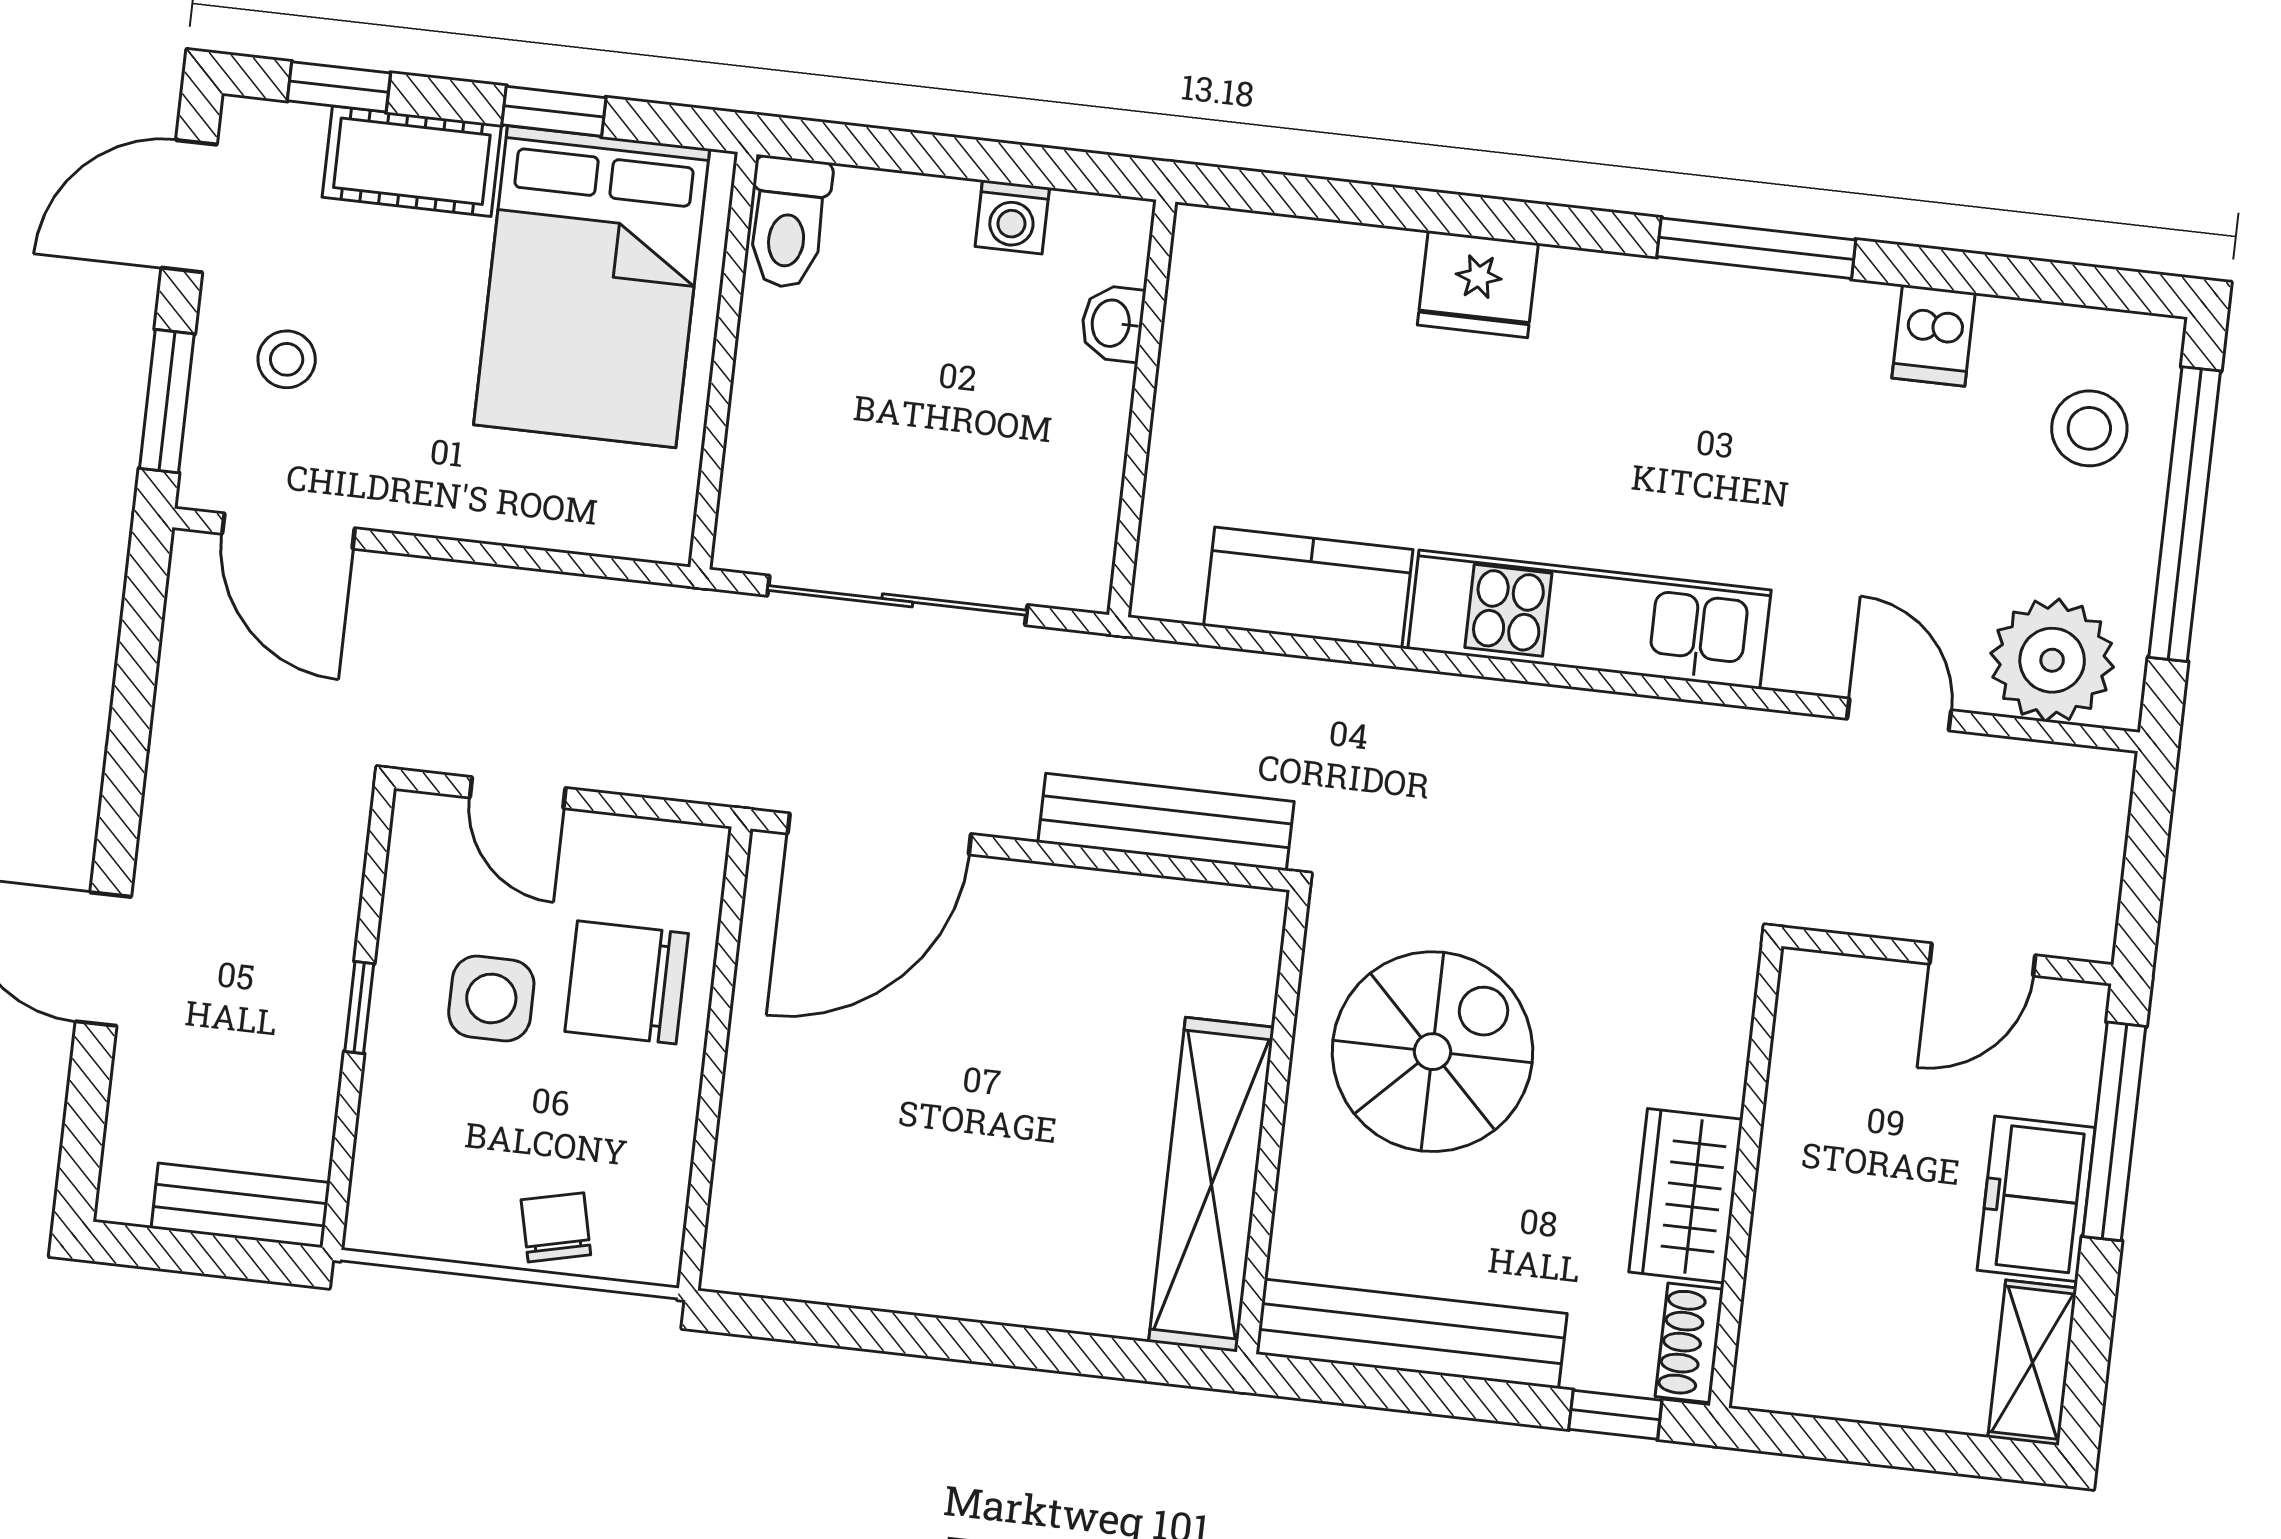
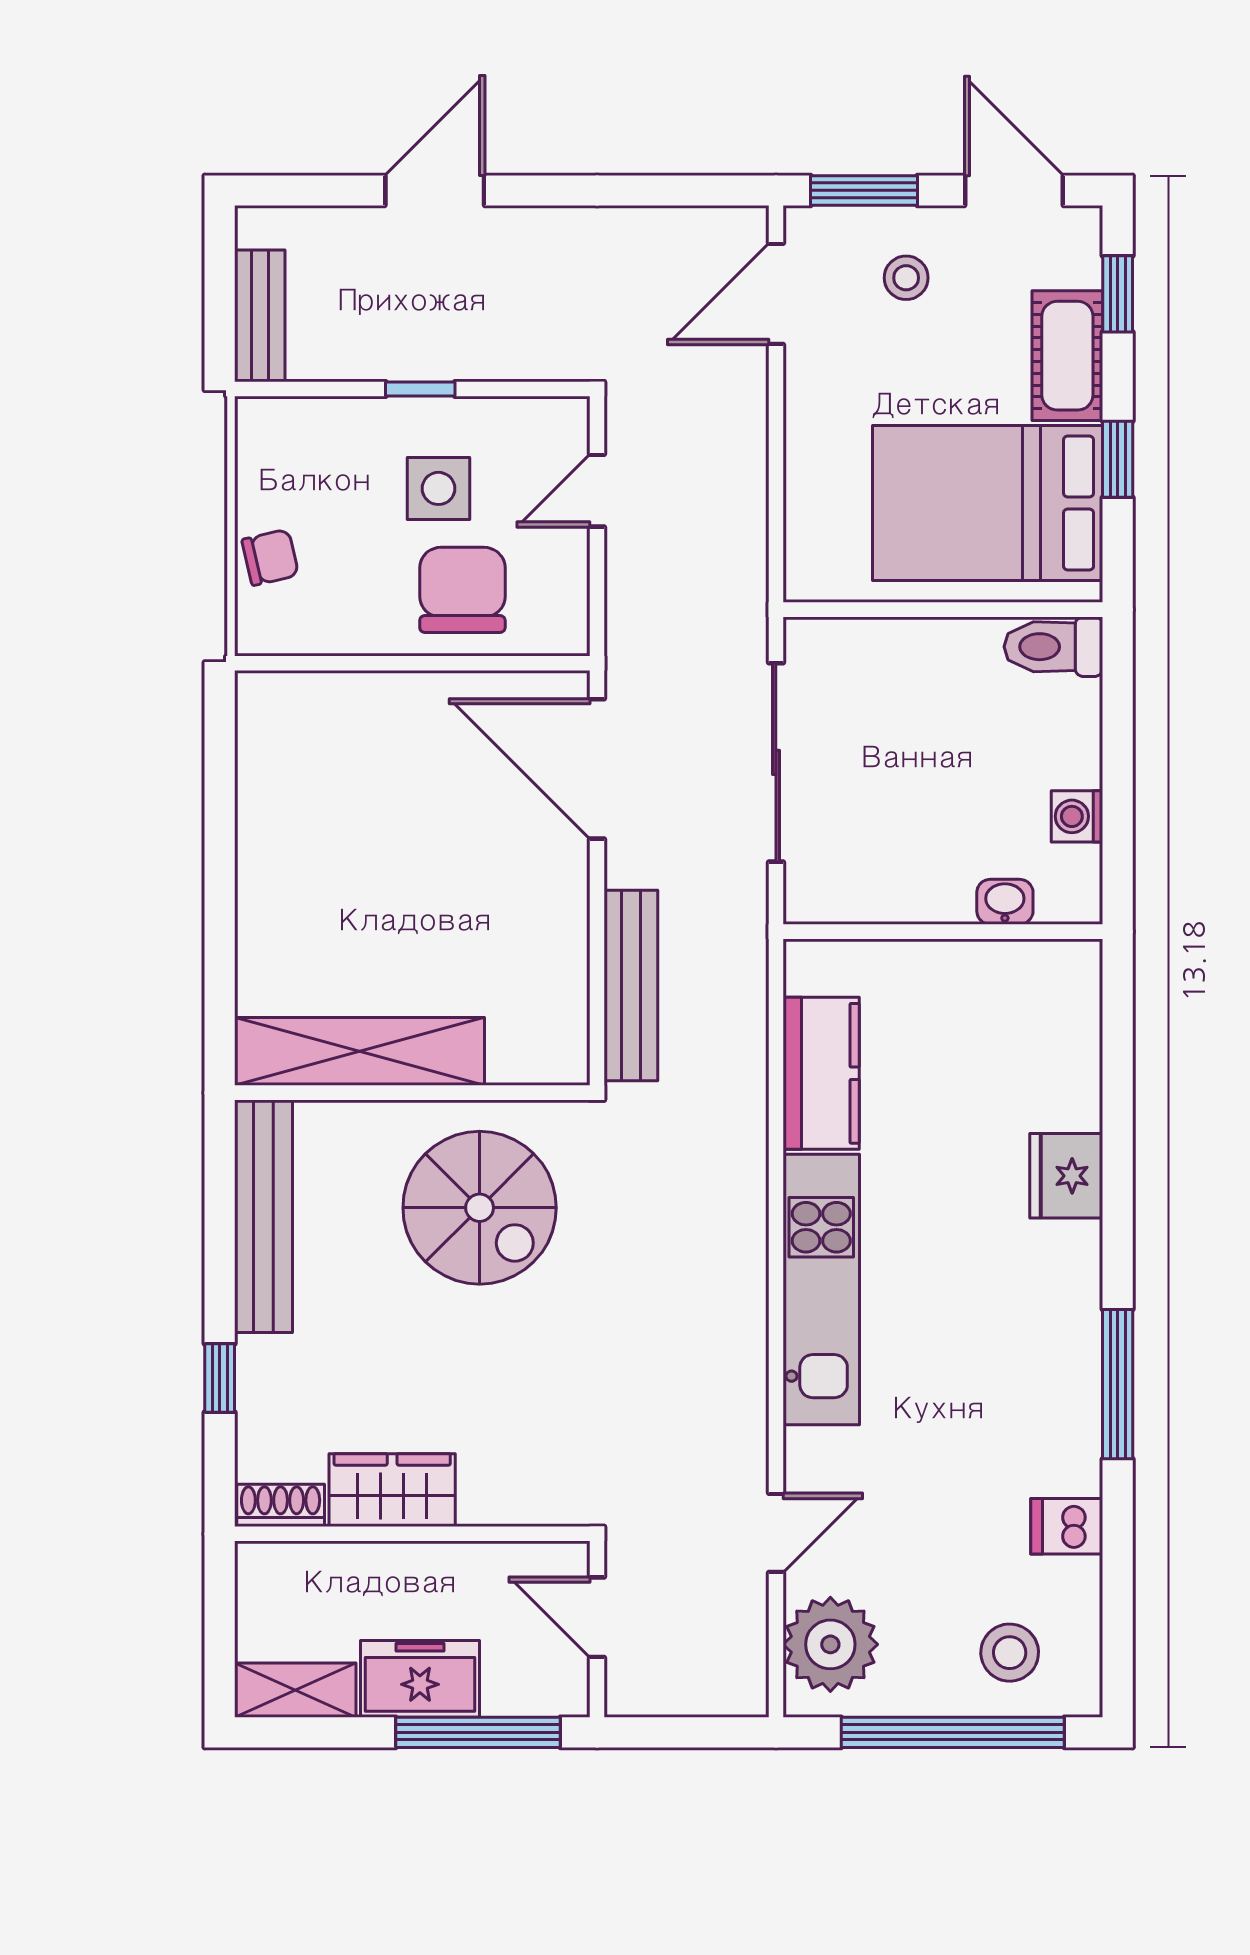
wall: (1746, 1176) -> (412, 1534), moved
wardrobe: (1686, 1196) -> (392, 1490), moved
shoe rack: (1689, 1343) -> (281, 1505), moved

